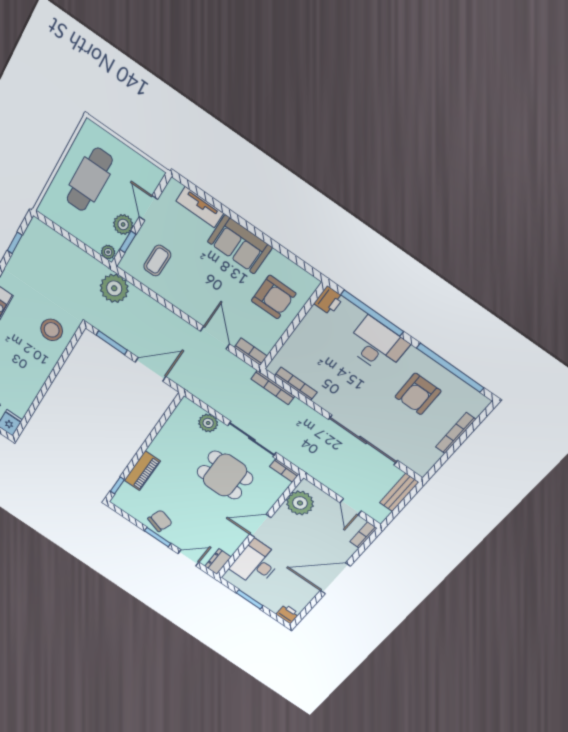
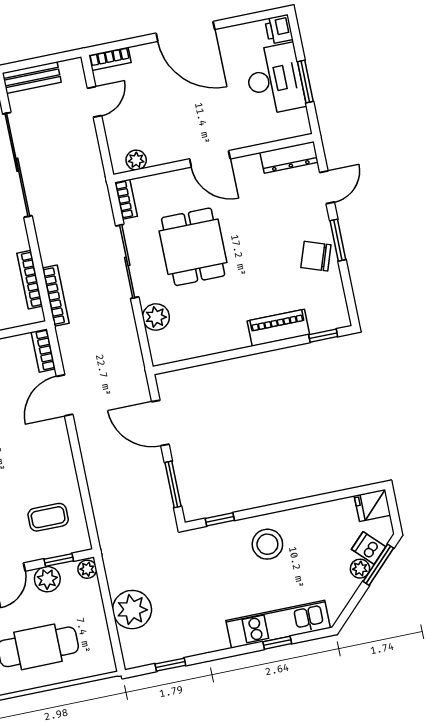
plant: (114, 288) -> (132, 610), moved
stool: (52, 330) -> (267, 544), moved
window: (71, 347) -> (220, 519), added
plant: (300, 503) -> (136, 160), width x0.53, depth x0.53
door: (188, 558) -> (327, 187), swing flipped
dresser: (218, 562) -> (289, 157), width x1.44
desk: (256, 563) -> (275, 79), moved, turned -90

